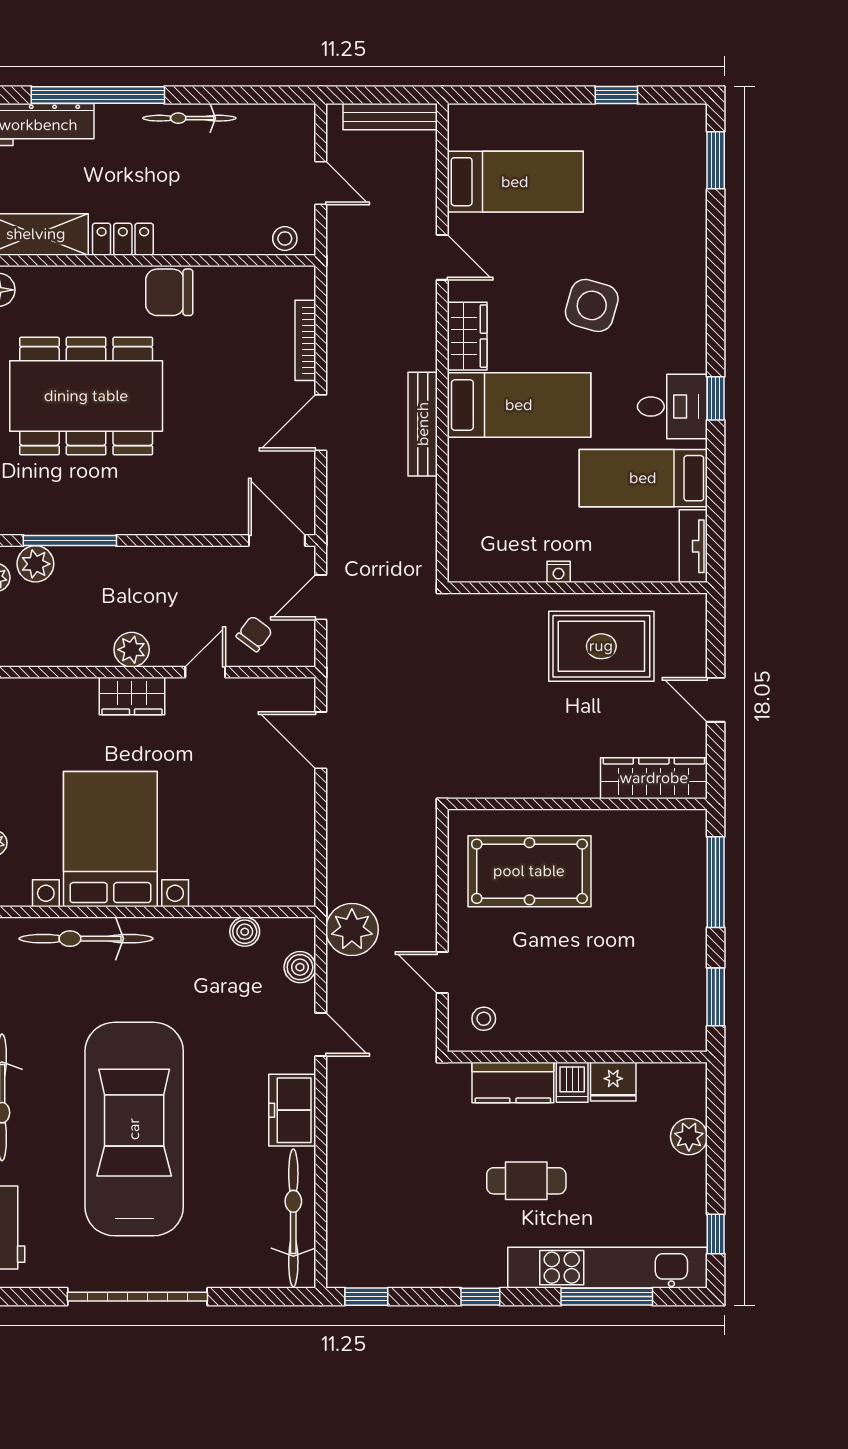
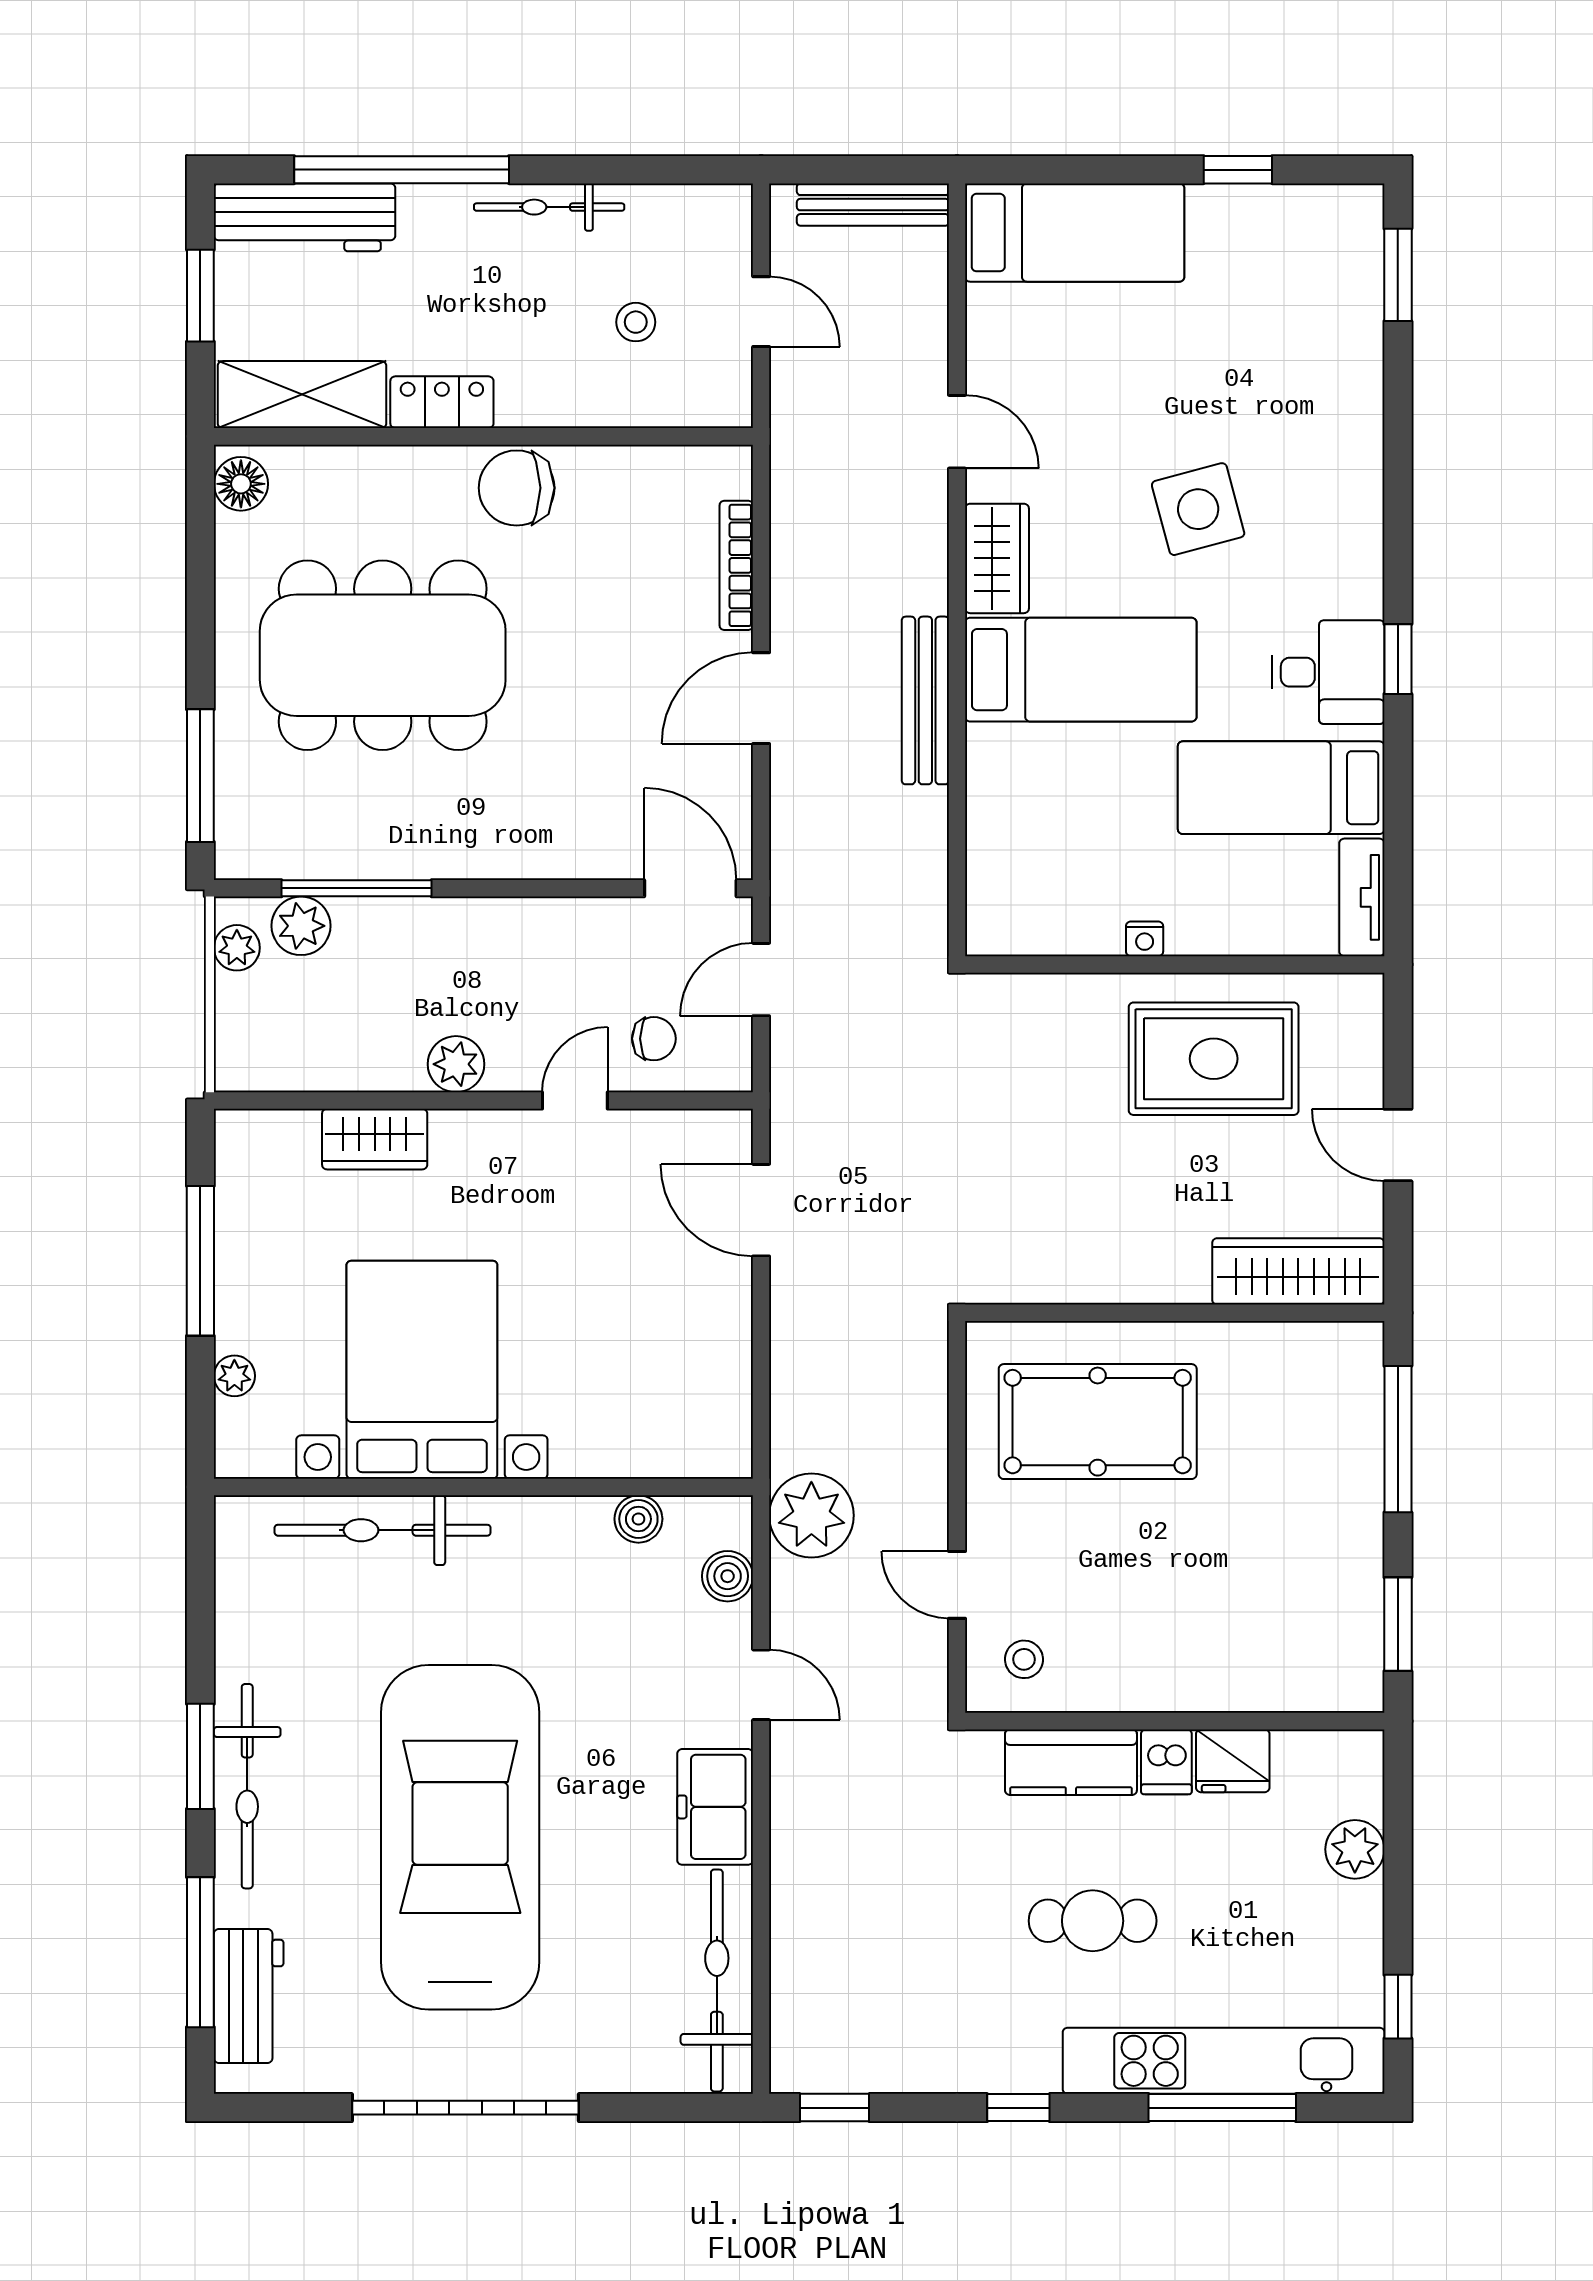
bed: (515, 182) -> (1075, 233), moved
stool: (285, 238) -> (636, 322), moved
side table: (592, 305) -> (1198, 509), turned -31
chair: (254, 634) -> (654, 1039), turned 53
wardrobe: (132, 696) -> (375, 1139), moved

